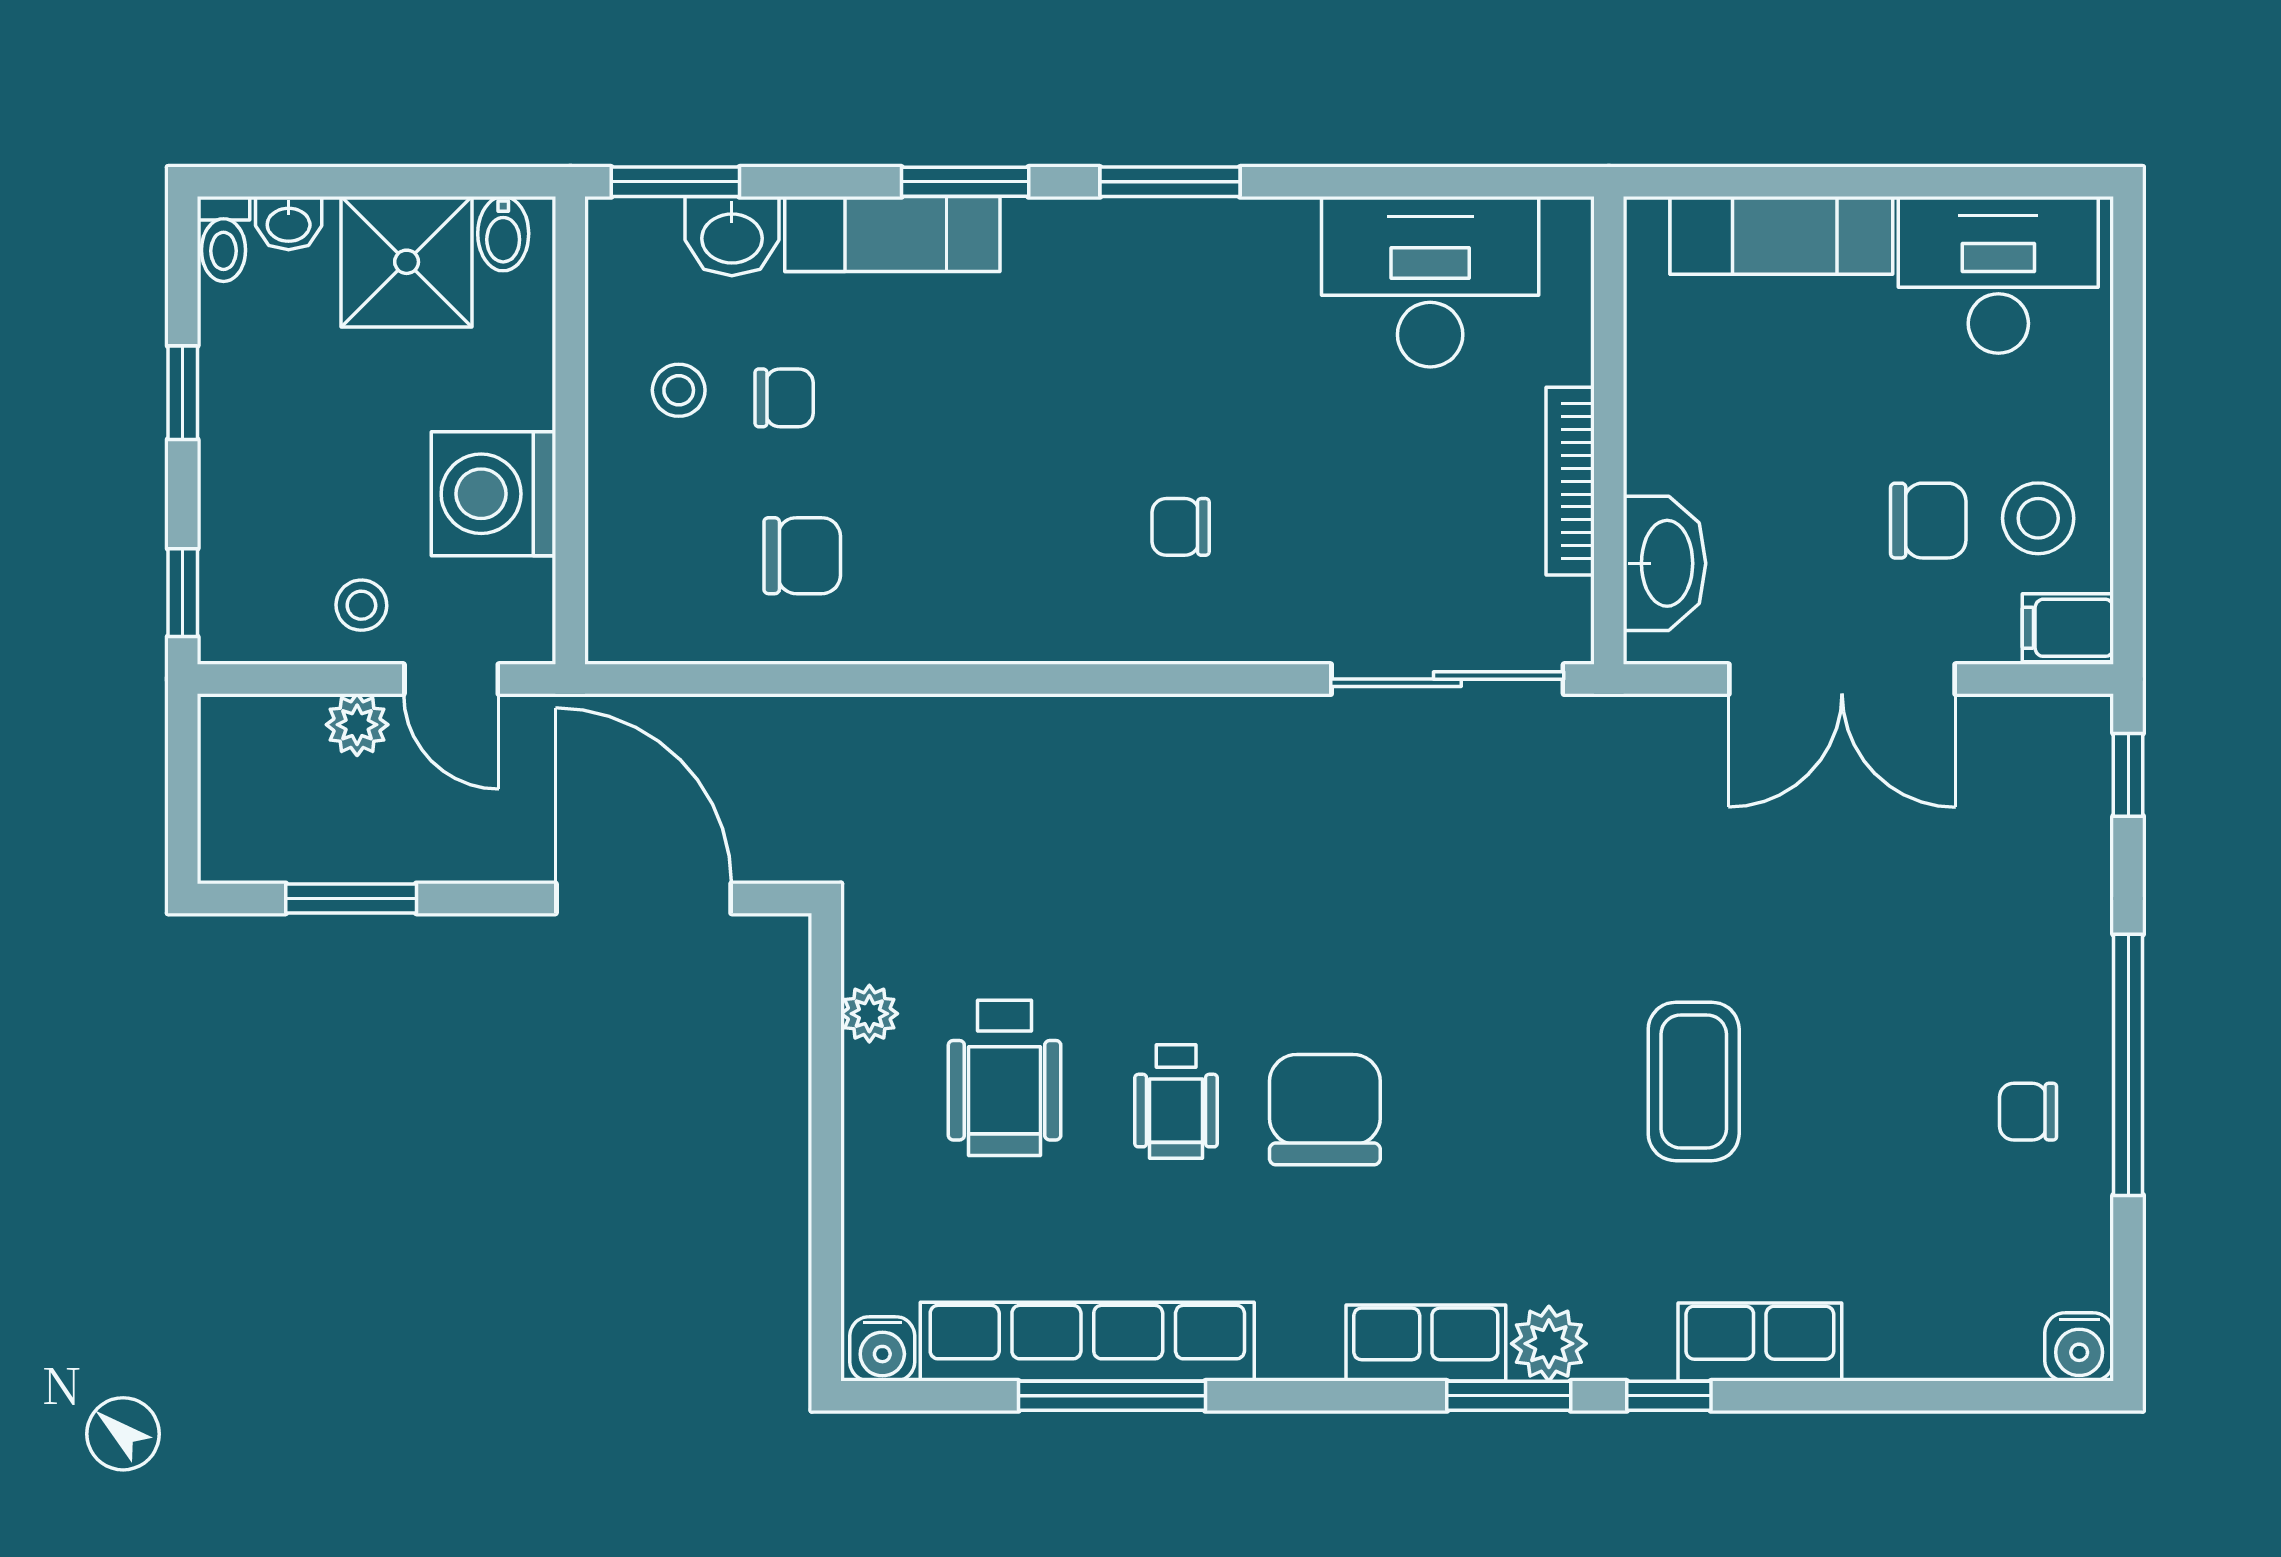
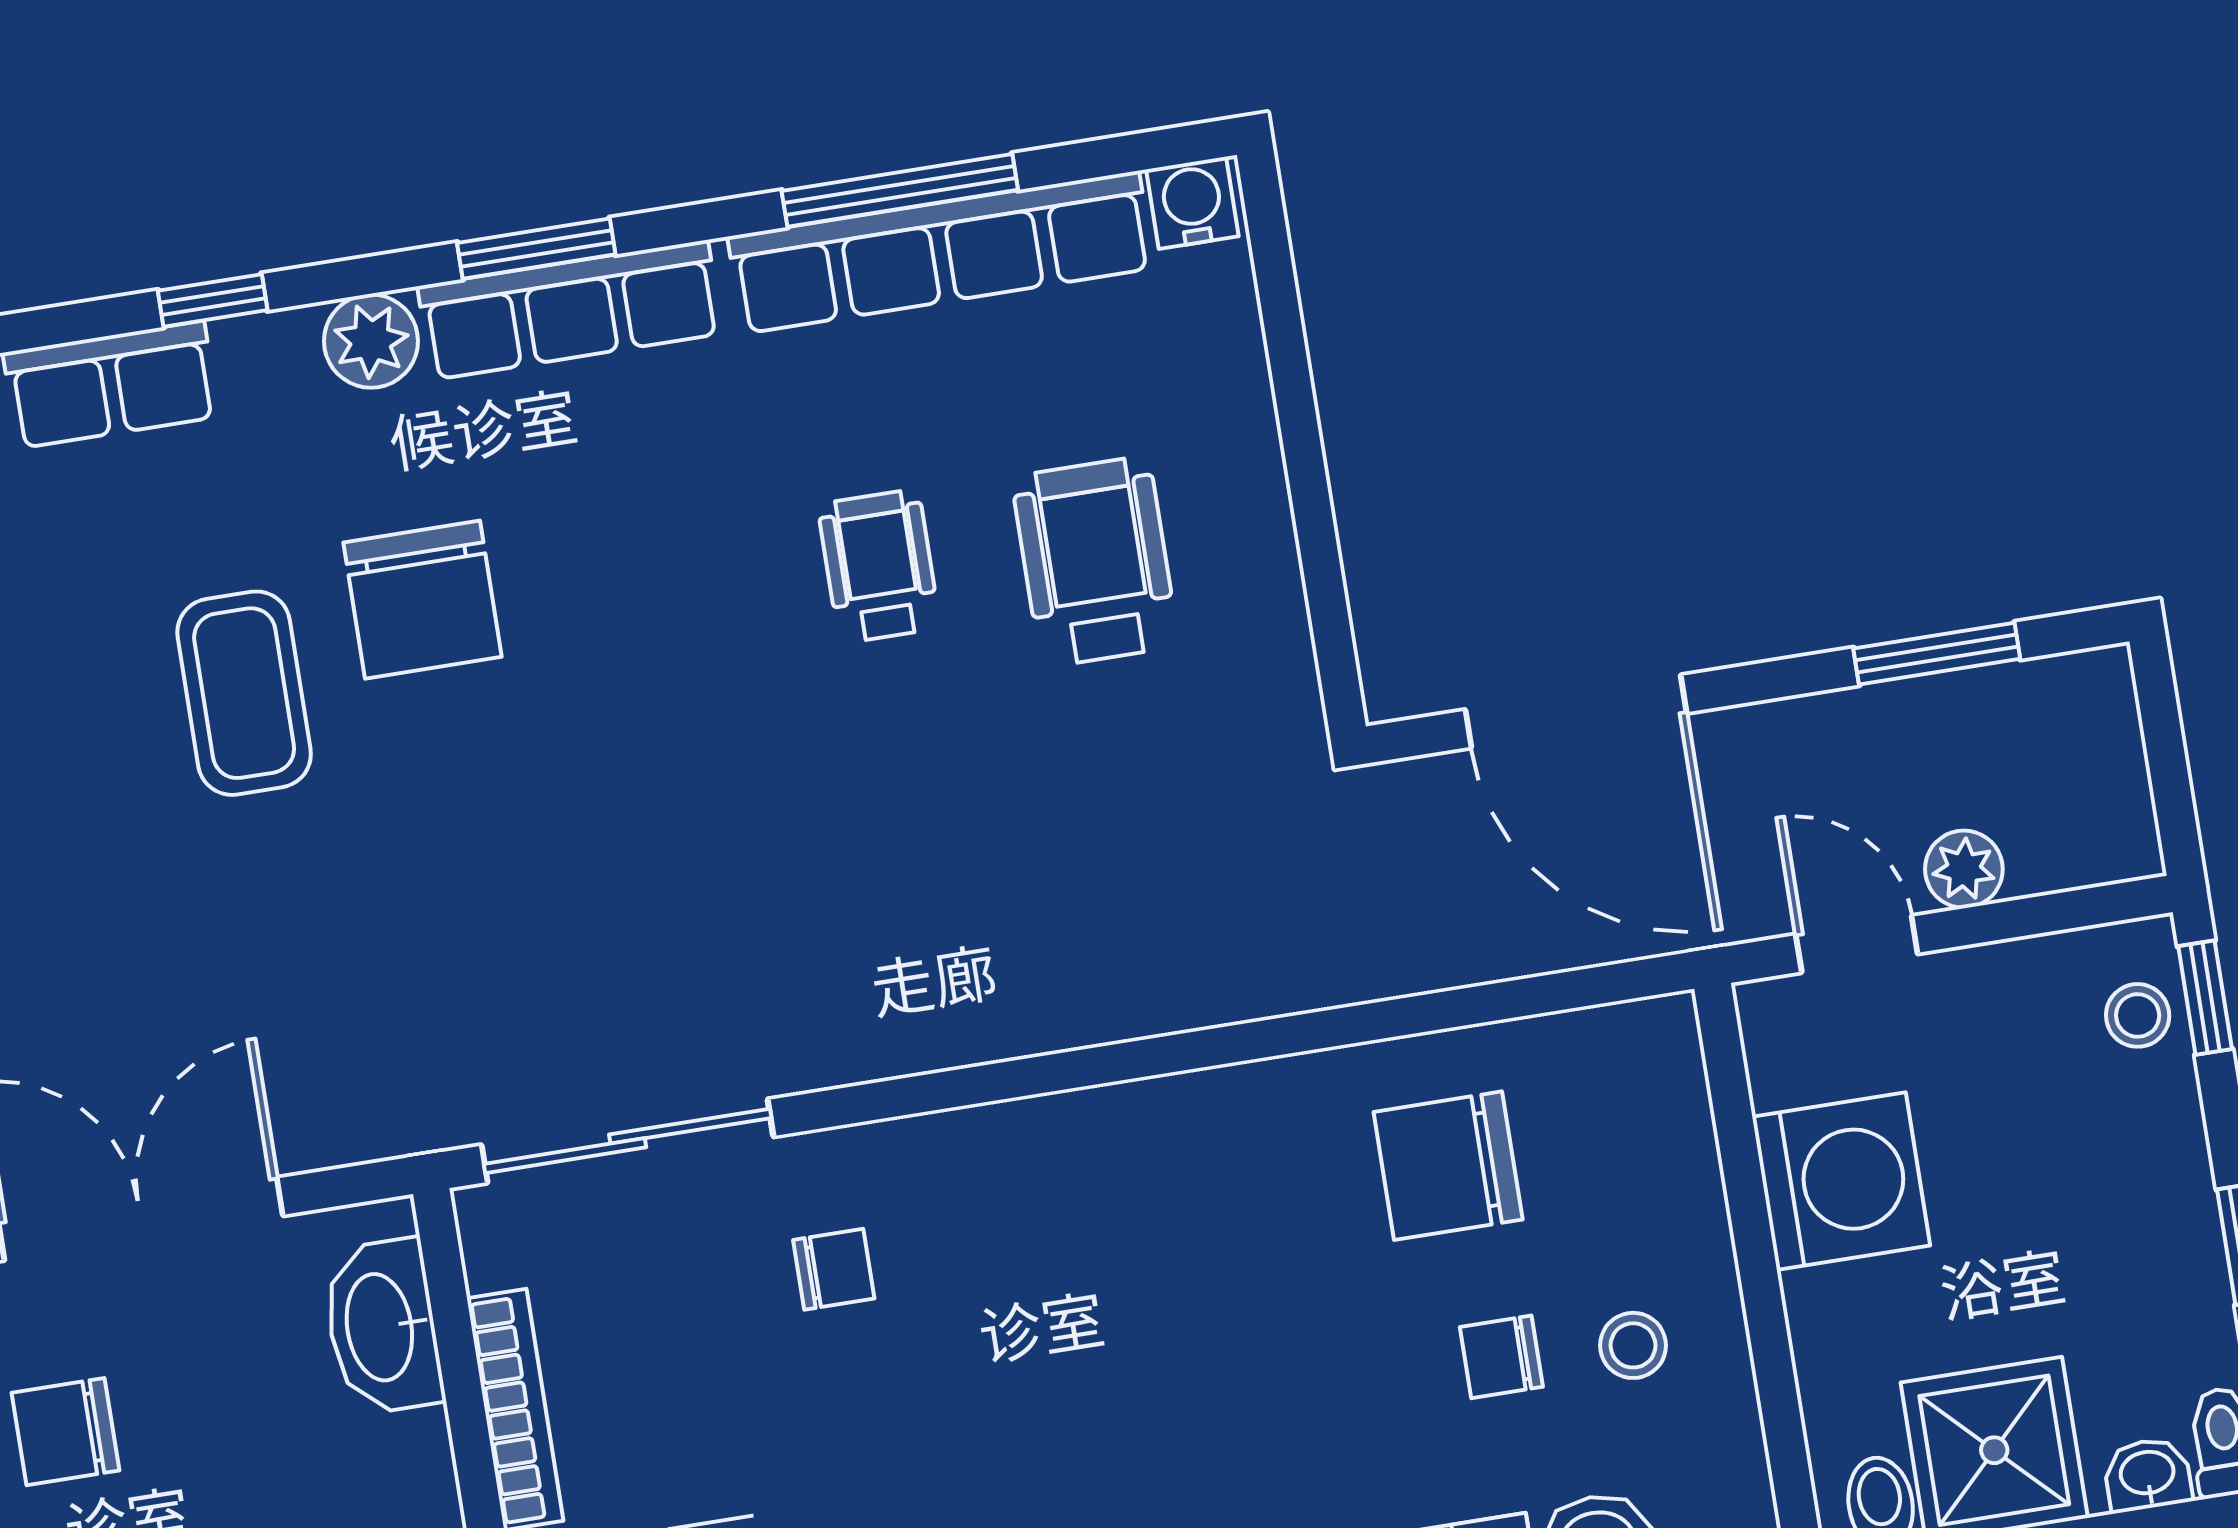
chair: (1181, 527) -> (834, 1269), moved
chair: (802, 556) -> (1448, 1166), width x1.37, depth x1.37
stool: (361, 605) -> (2138, 1015), moved
plant: (869, 1014) -> (1275, 614), removed
chair: (1325, 1110) -> (422, 600), moved
row of seats: (1426, 1343) -> (570, 310), width x1.48
window: (1509, 1396) -> (536, 249), moved

